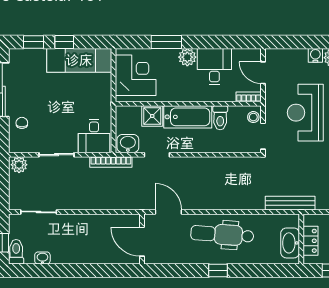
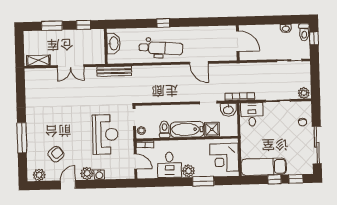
wall: (142, 239) -> (238, 43), moved
locker: (311, 241) -> (99, 45), removed
door: (142, 242) -> (238, 41), moved

